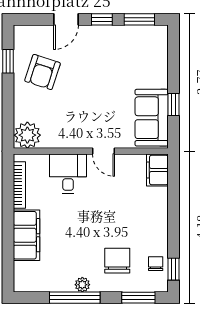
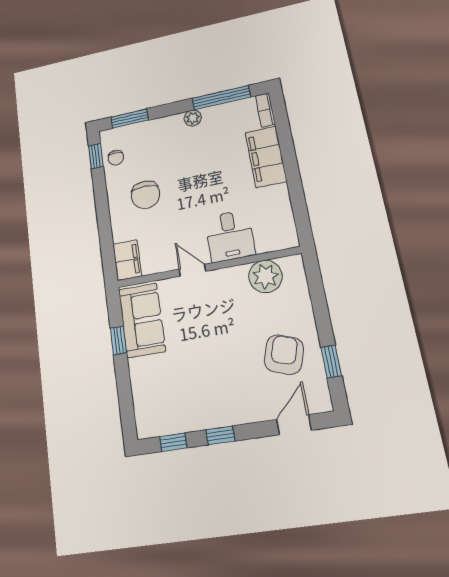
door: (66, 19) -> (294, 425), moved
window: (139, 19) -> (173, 442), width x0.67
plant: (27, 135) -> (265, 276), moved
bookcase: (19, 185) -> (265, 110), moved, width x0.64
chair: (117, 261) -> (145, 195), moved
window: (75, 298) -> (221, 98), moved

